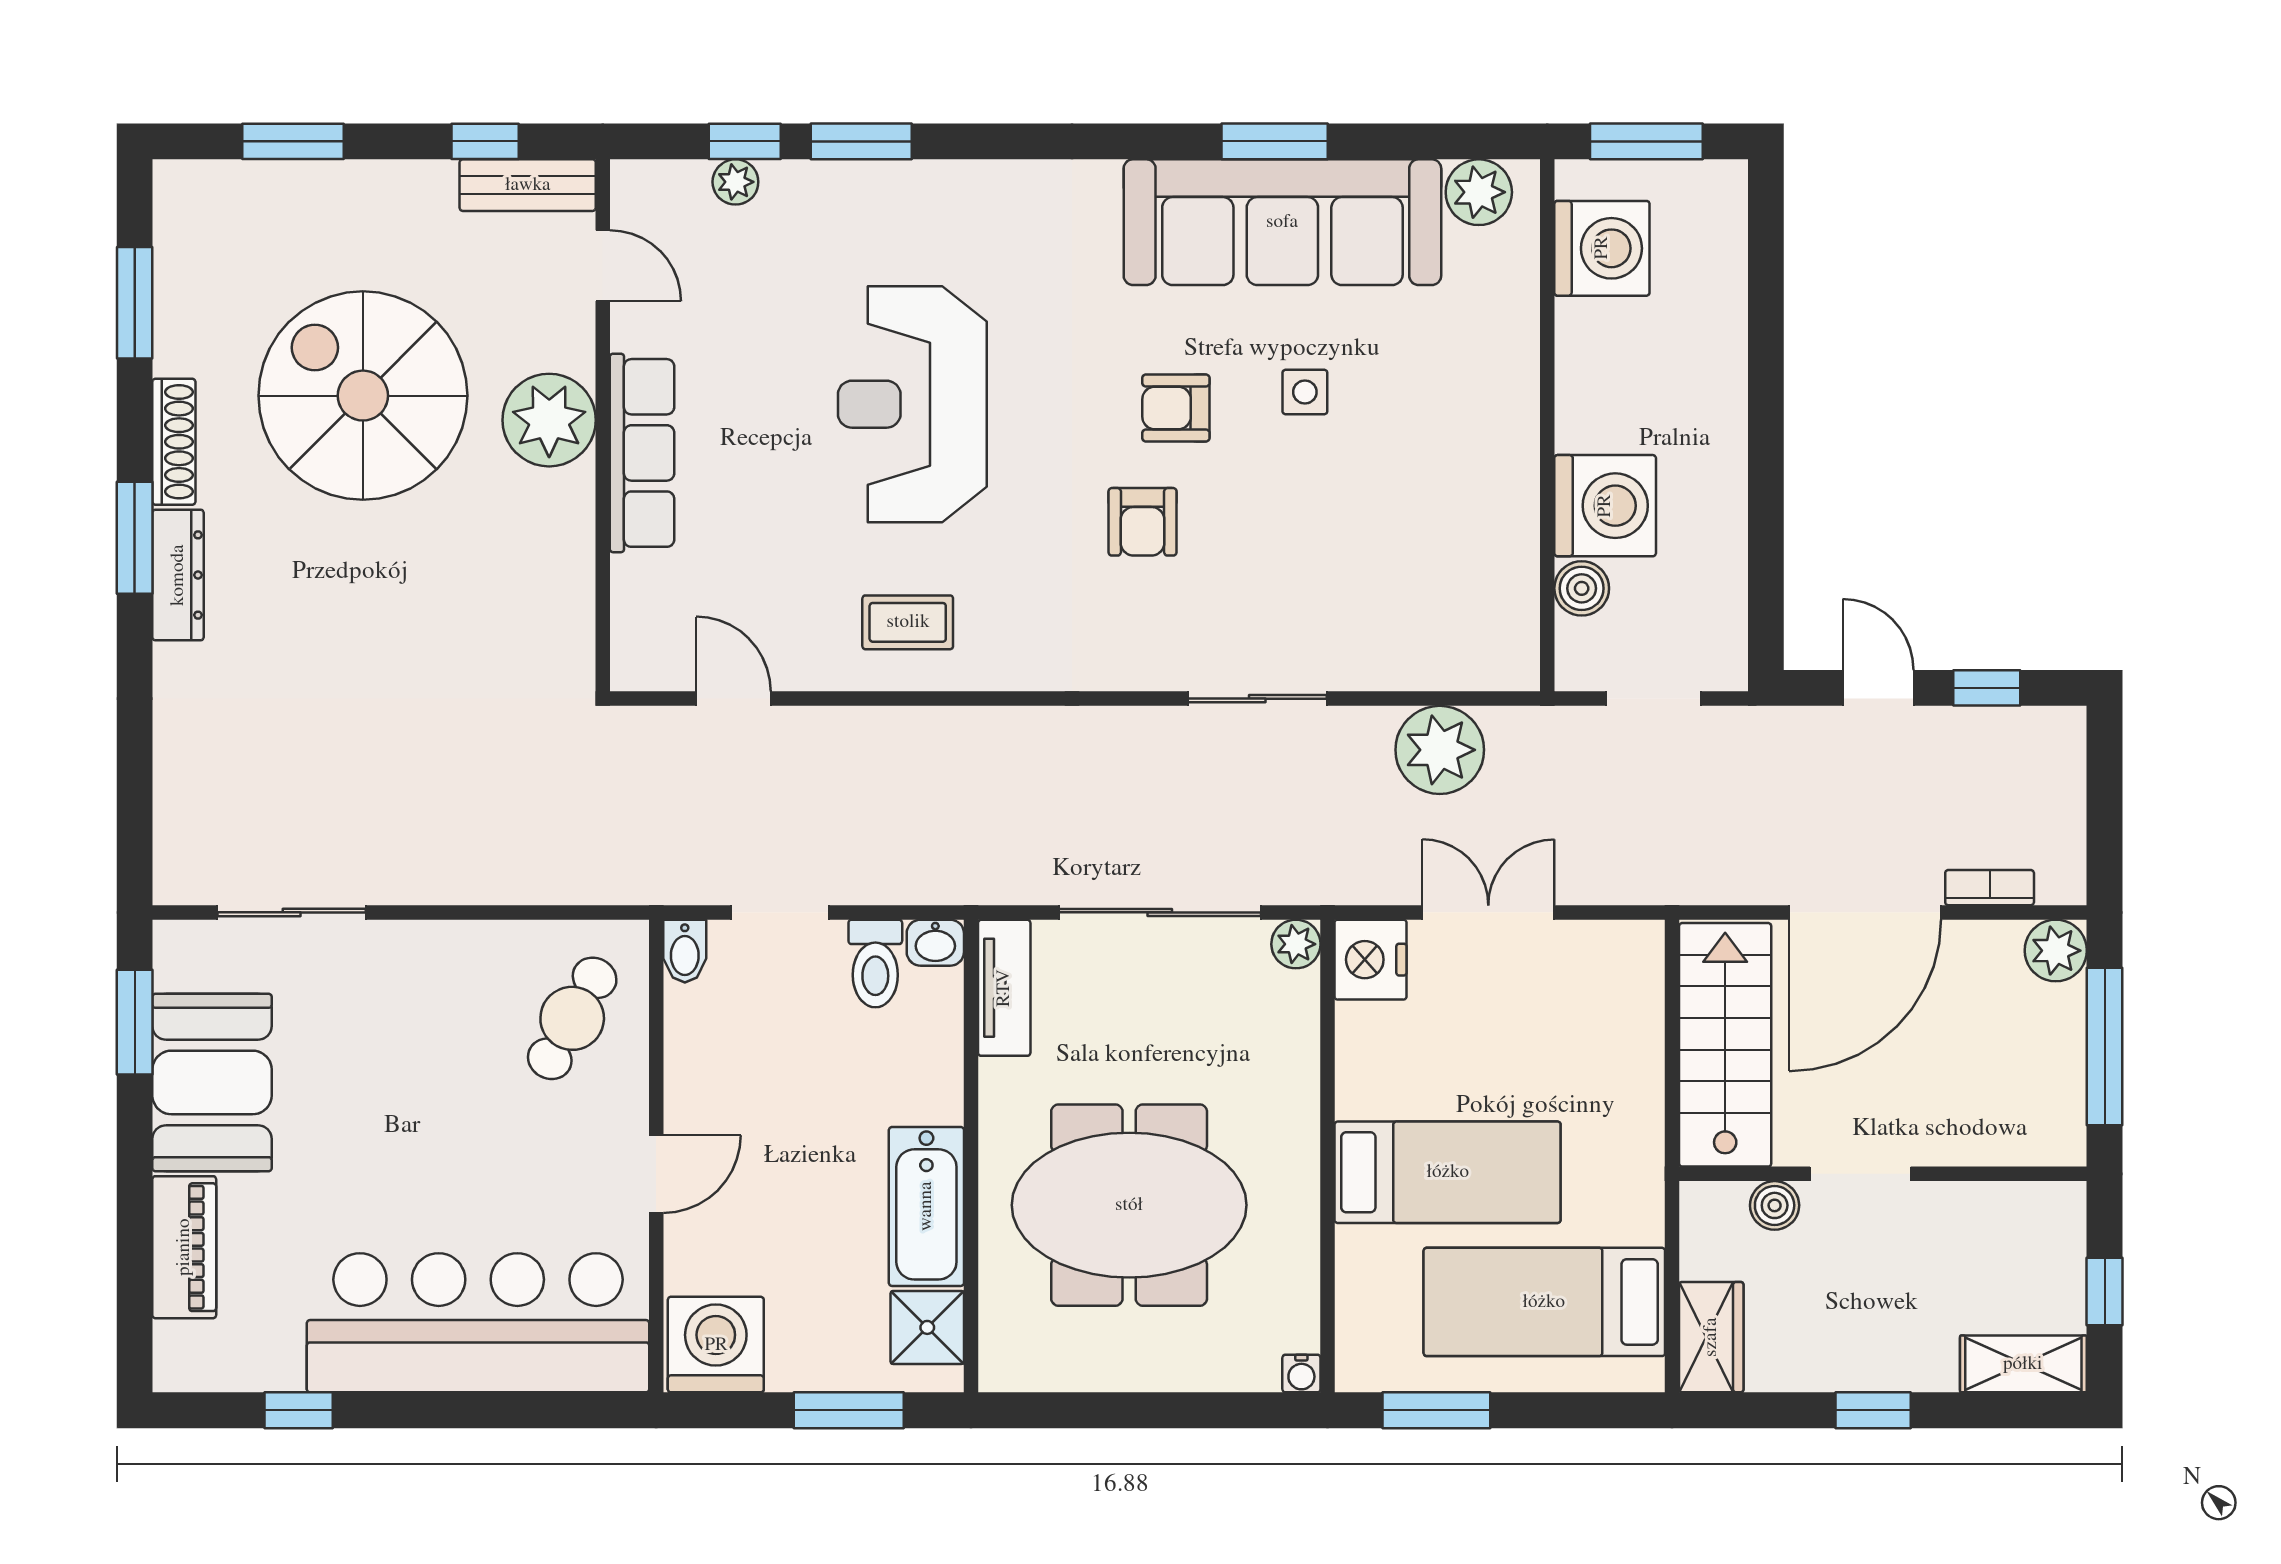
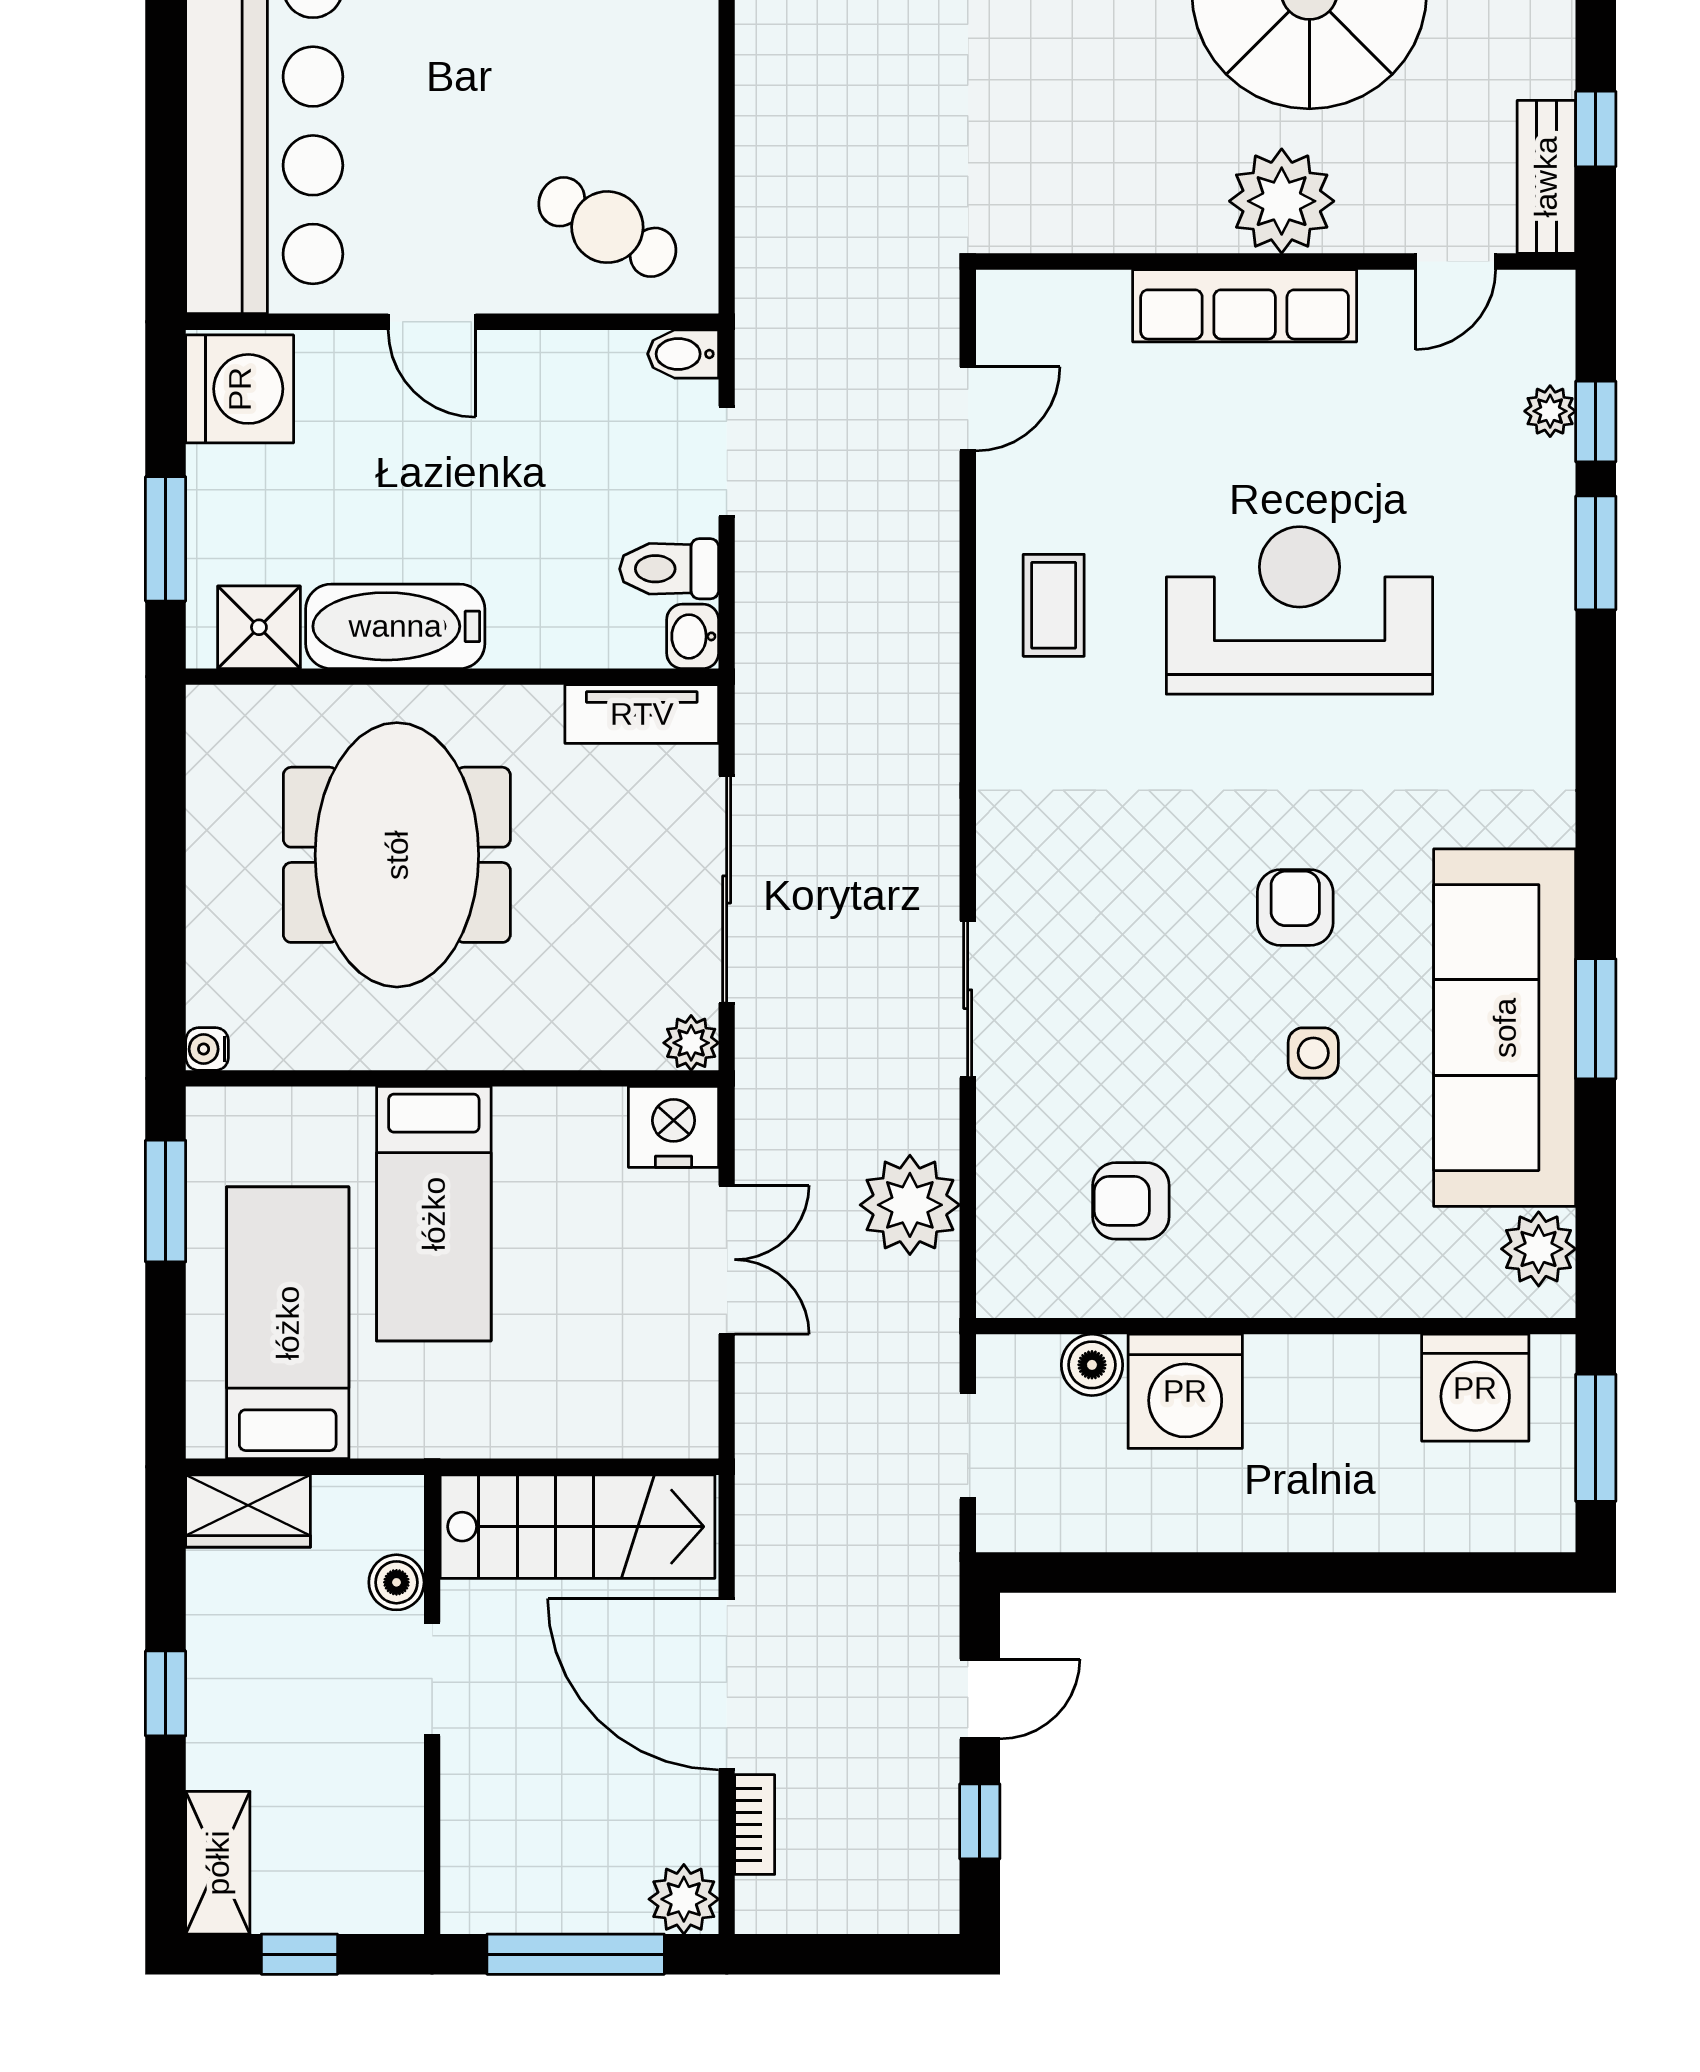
armchair: (1143, 522) -> (1131, 1201), moved

